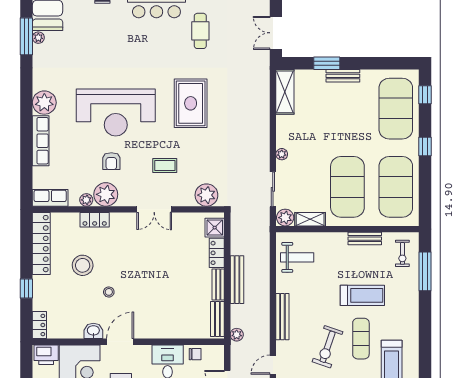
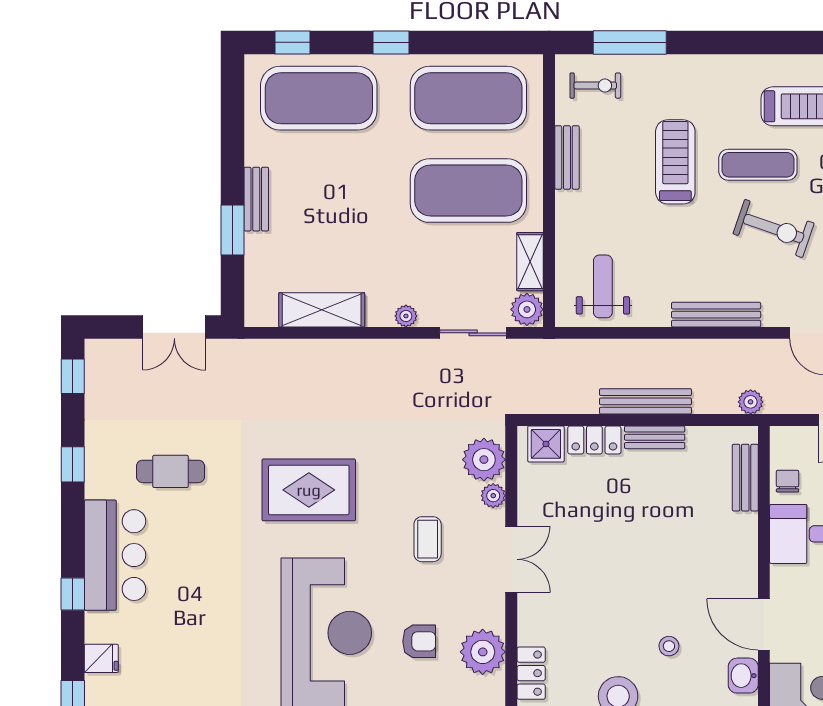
shelving: (285, 92) -> (322, 310), moved
plant: (86, 200) -> (493, 496), moved
bench: (217, 319) -> (745, 478), moved, turned 90

